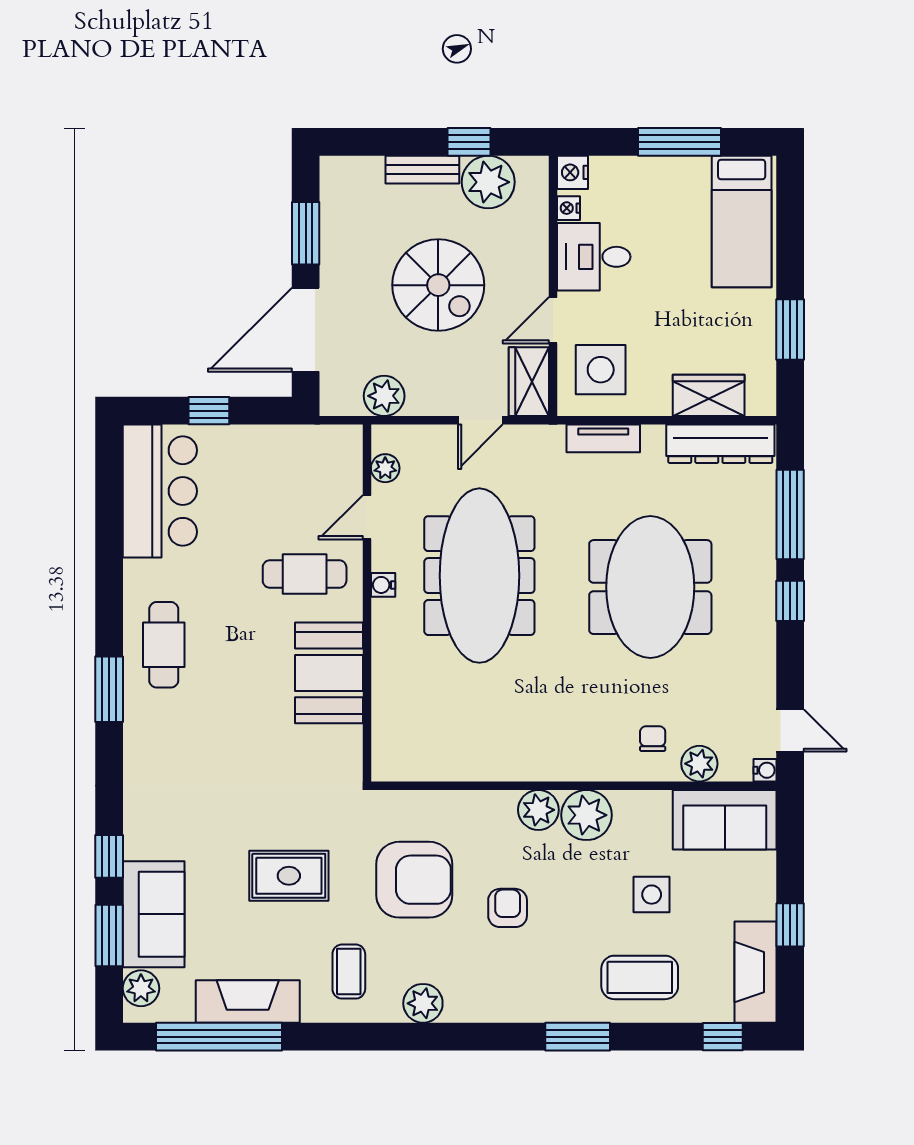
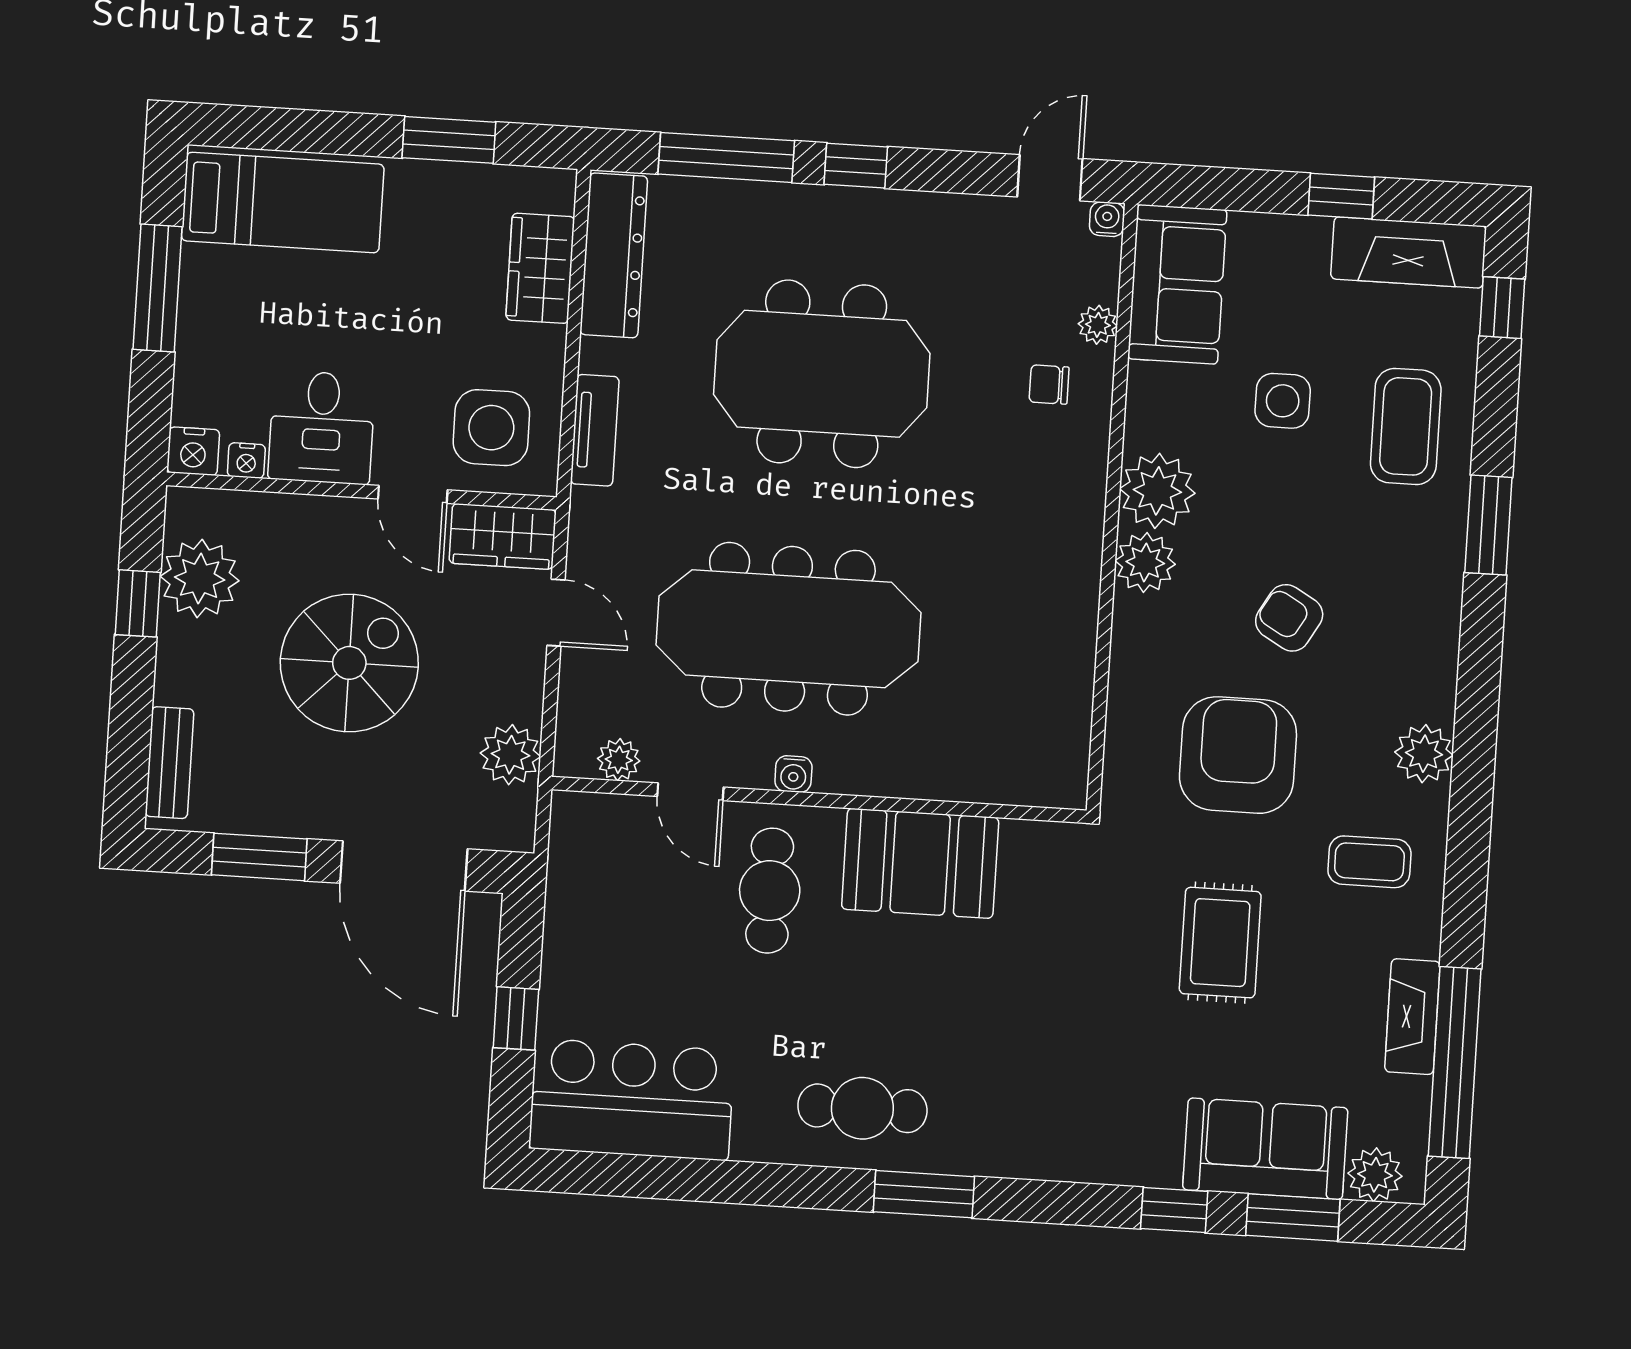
bench: (422, 170) -> (170, 763), moved
plant: (699, 764) -> (1098, 325), width x0.73, depth x0.73
armchair: (508, 908) -> (1289, 618), turned 30
fireplace: (248, 1001) -> (1412, 1017), width x0.73, depth x0.76

